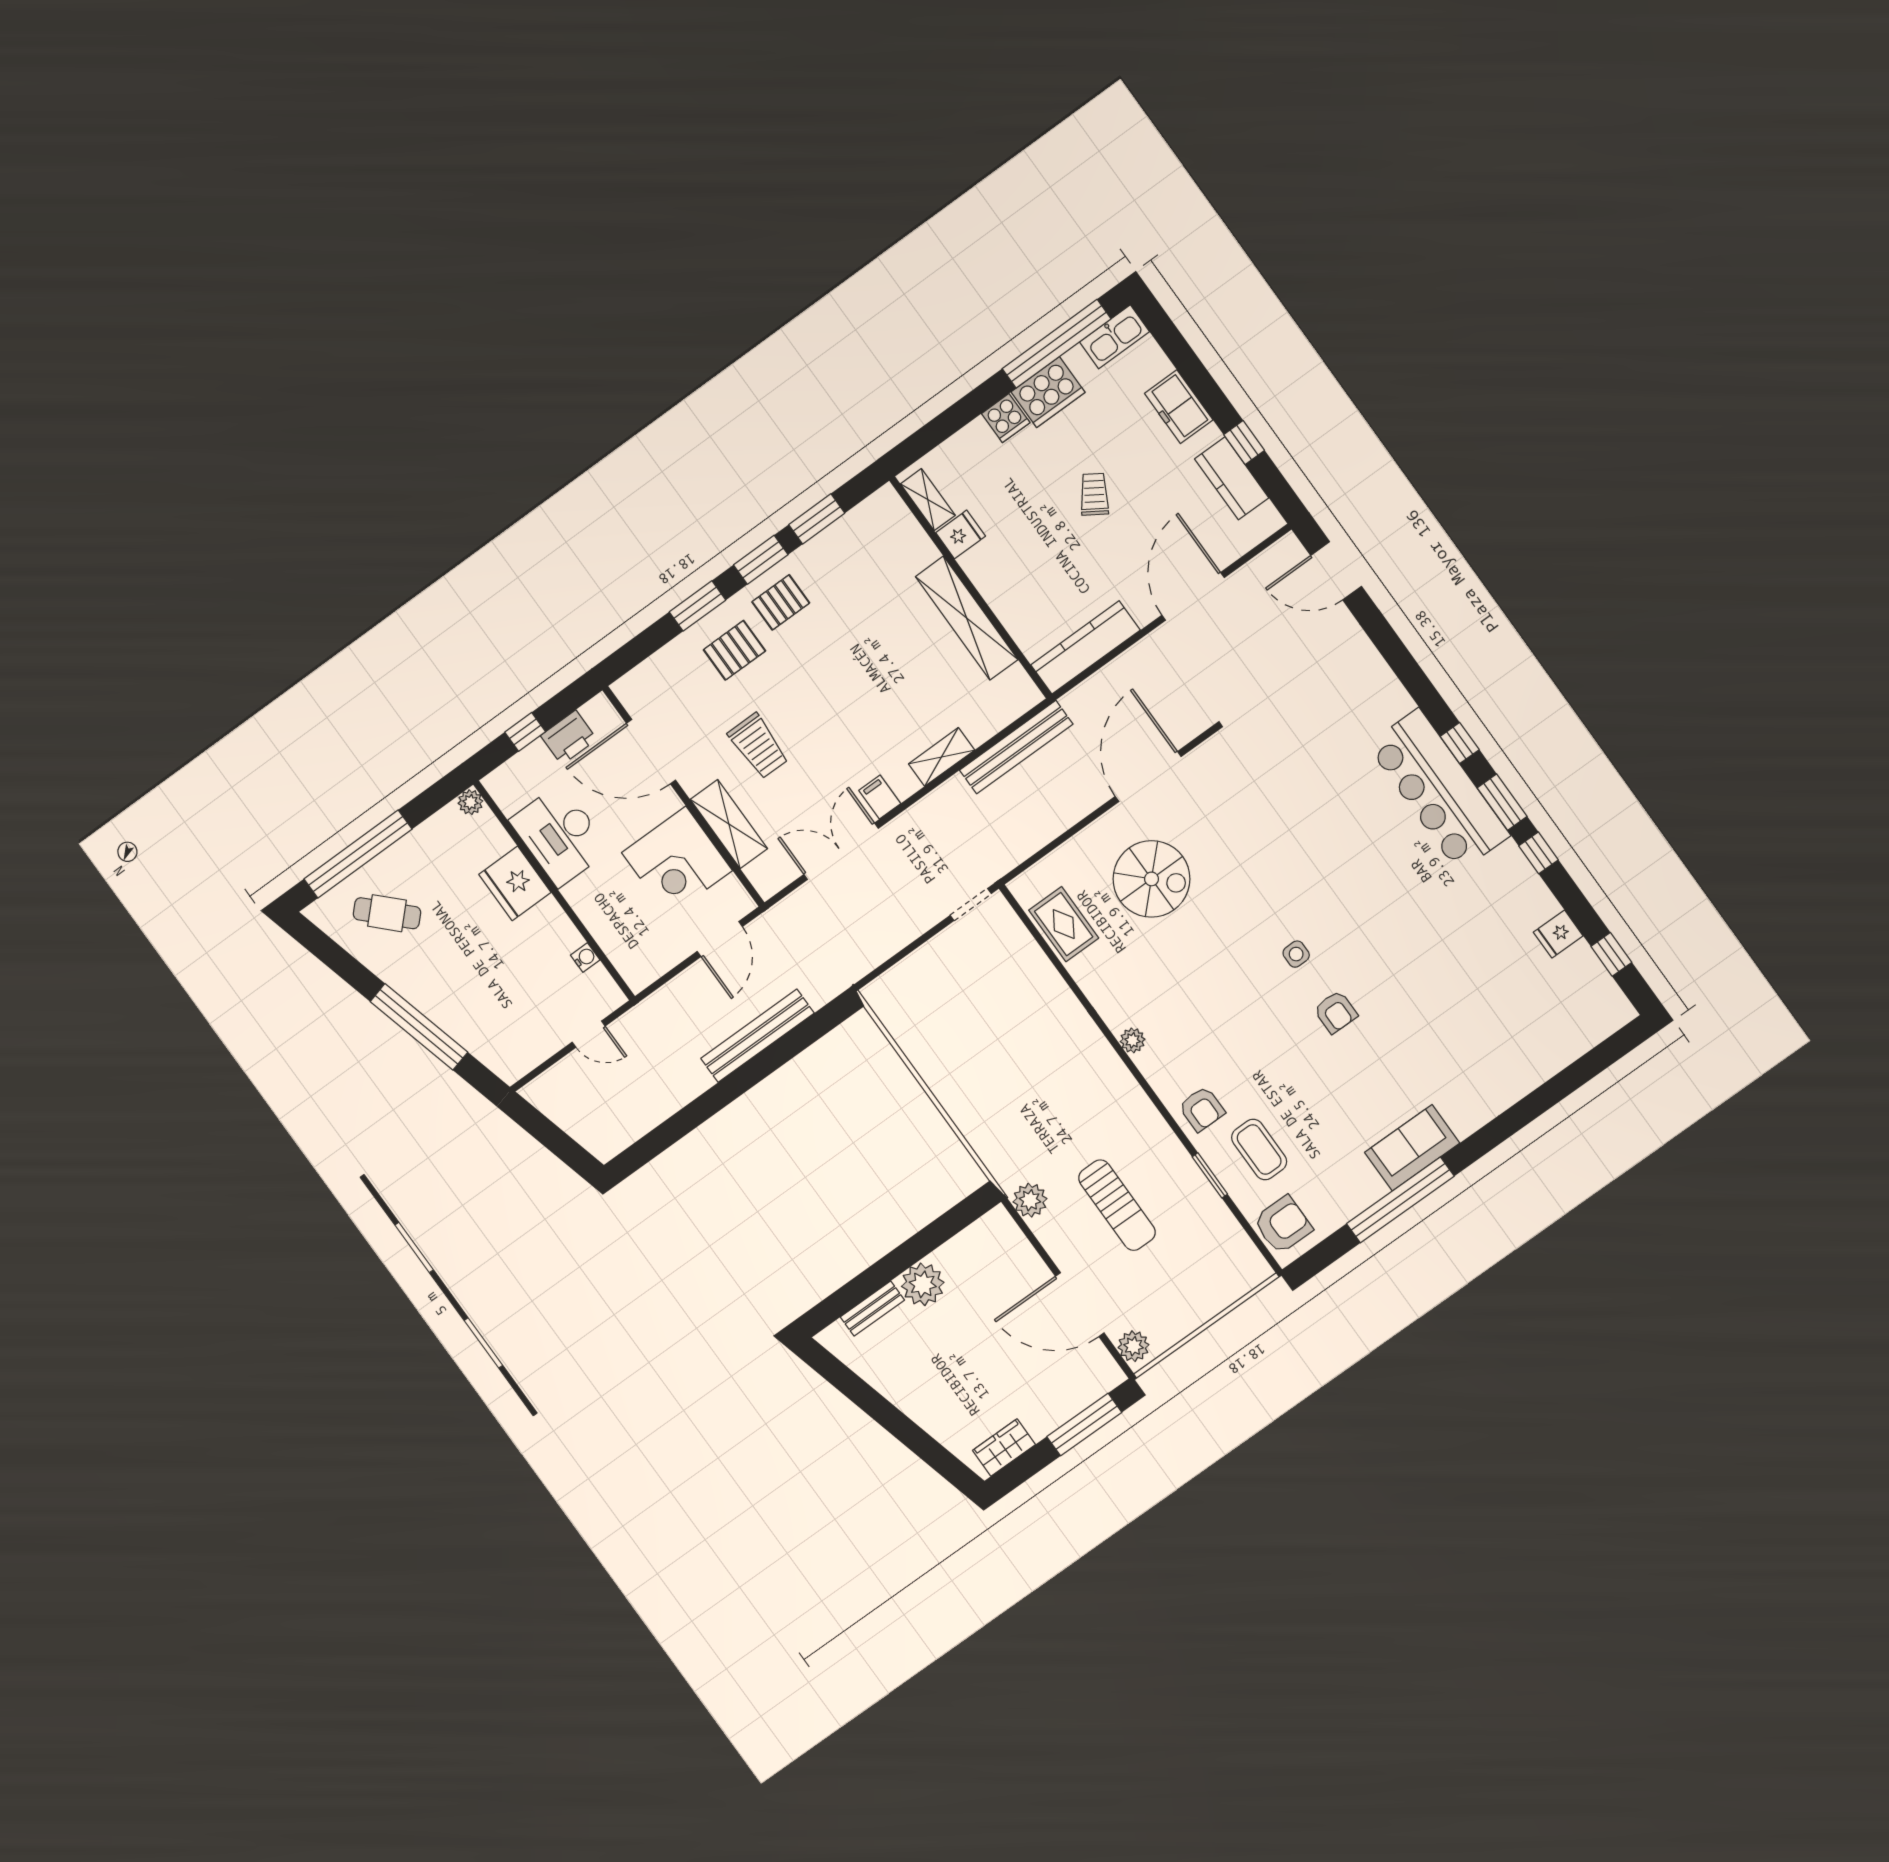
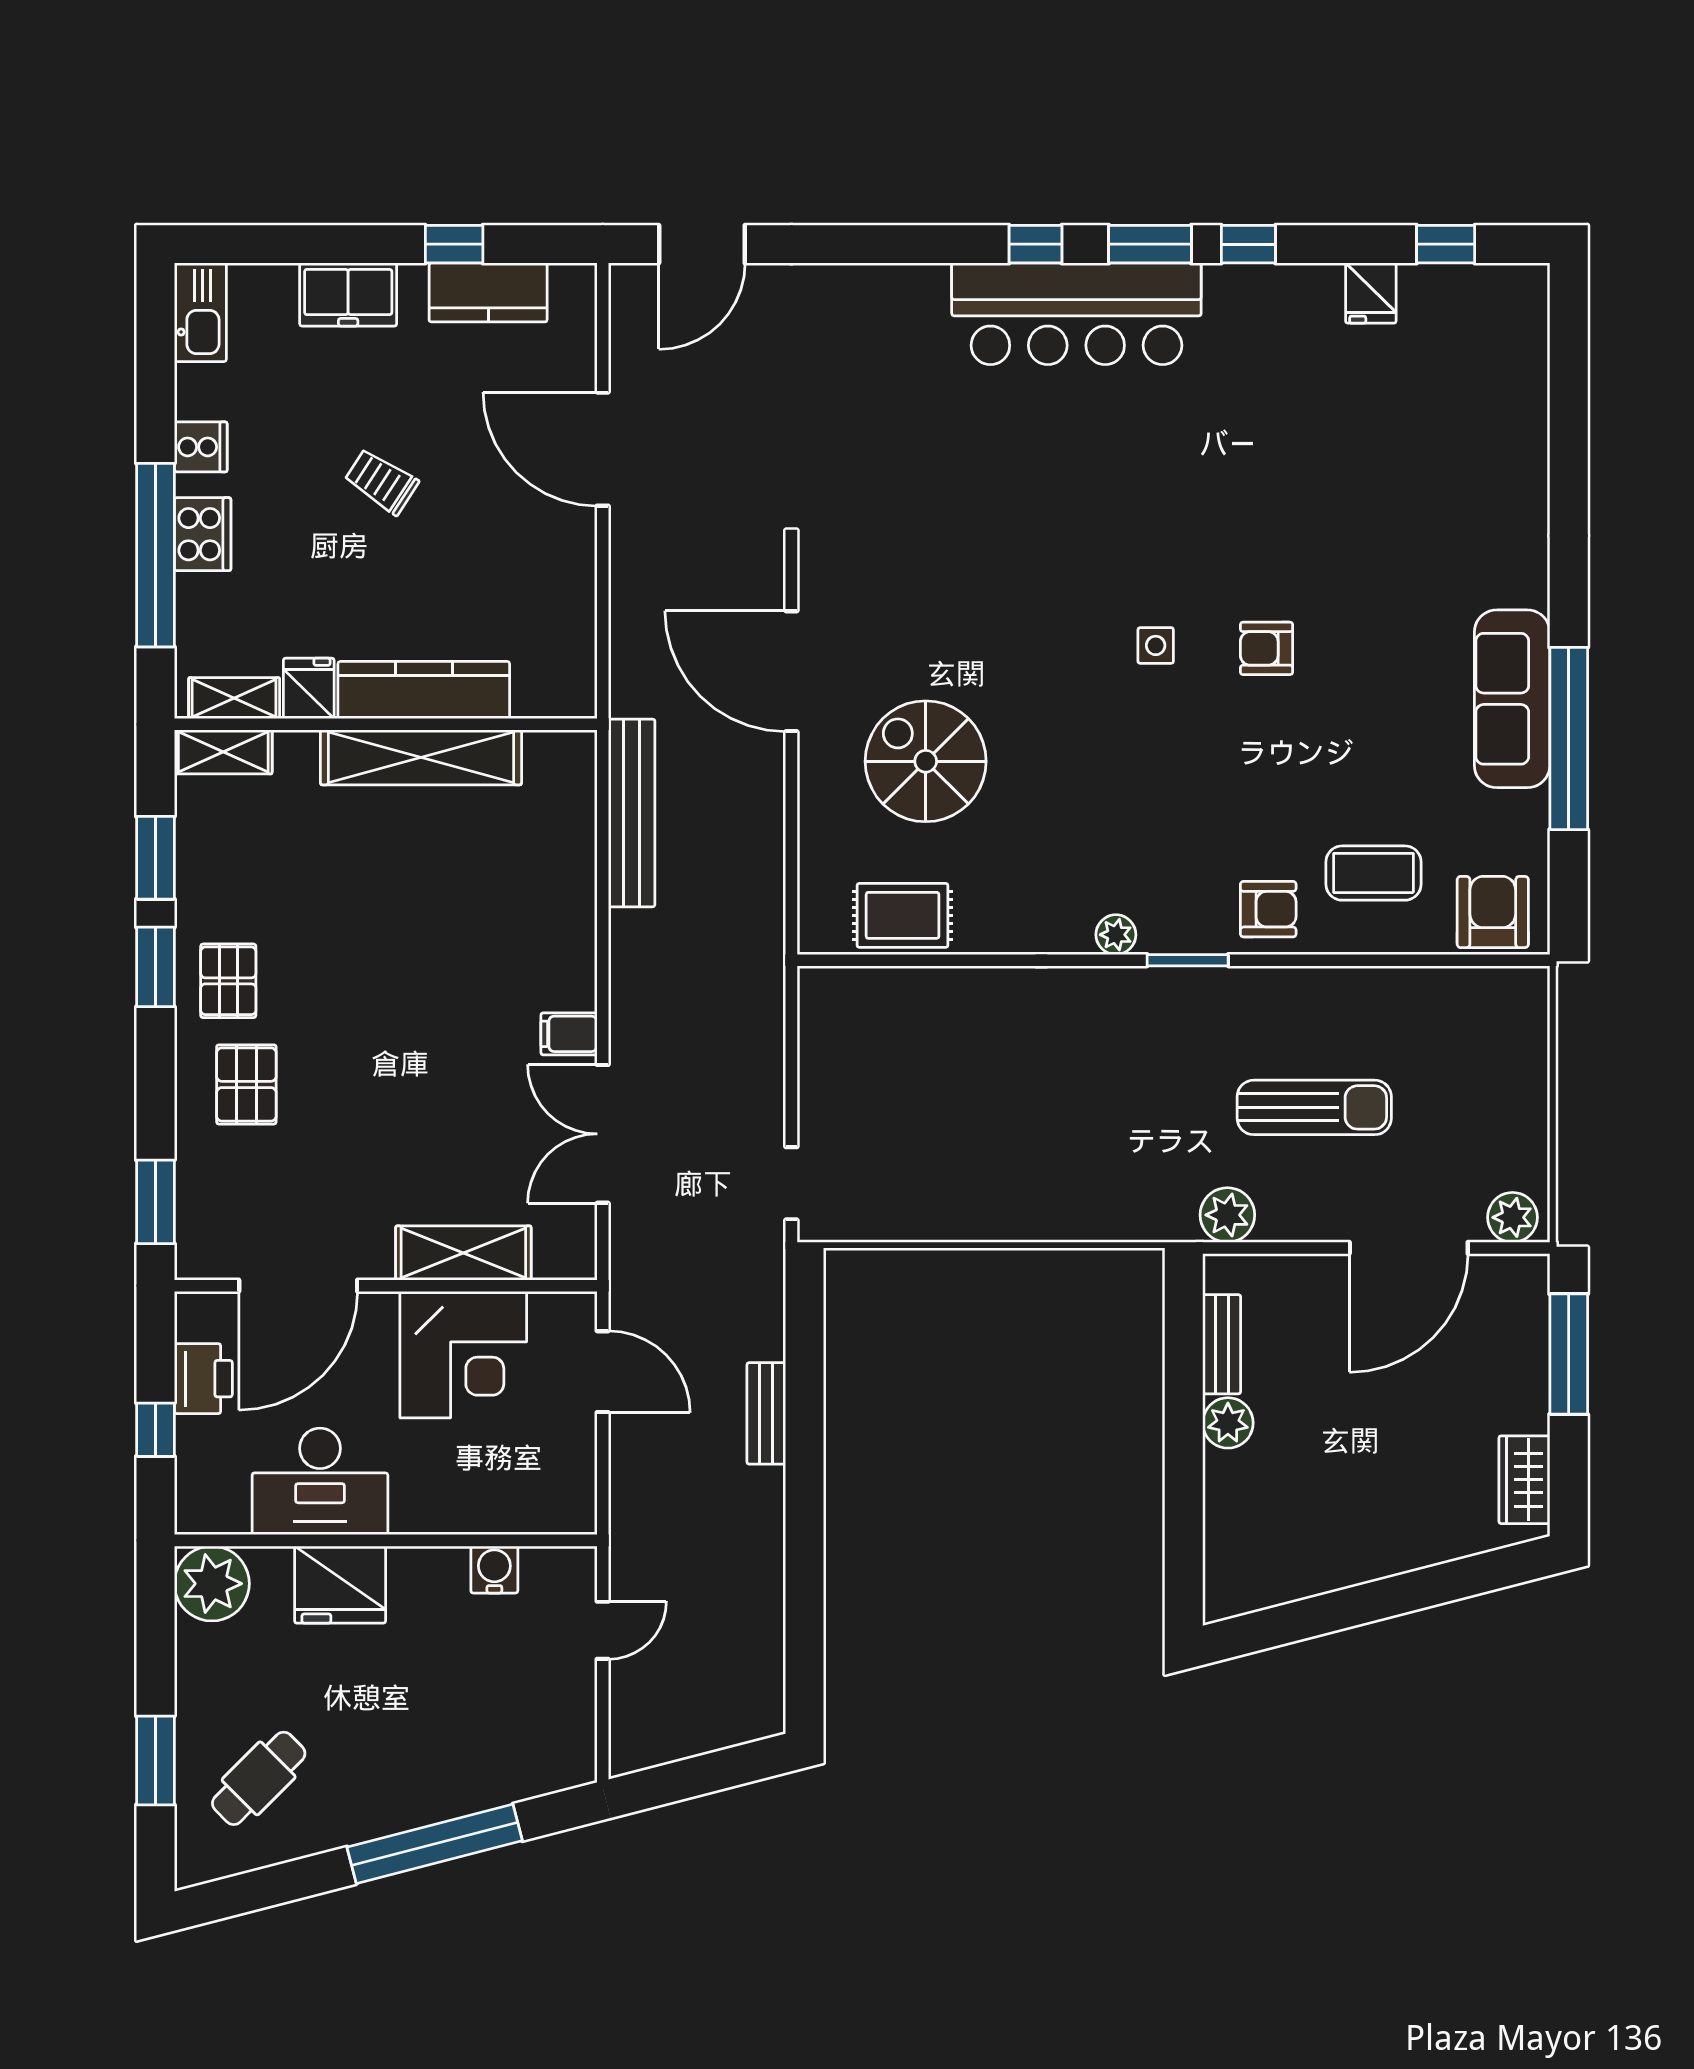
window: (1057, 344) -> (155, 555), moved
cooker: (1048, 392) -> (201, 447), width x0.53, depth x0.76
cooker: (1006, 418) -> (203, 534), width x1.36
window: (697, 606) -> (155, 1202), moved
kitchen counter: (1085, 647) -> (424, 690), moved, turned 90
trolley: (758, 746) -> (391, 1143), removed
shelving: (942, 757) -> (223, 752), moved, turned 90
plant: (470, 802) -> (212, 1584), width x1.88, depth x1.88
window: (358, 854) -> (155, 1760), width x0.47
spiral stairs: (1151, 879) -> (926, 761), turned -90
doorway: (971, 905) -> (791, 1183), moved
water cooler: (585, 958) -> (494, 1570), width x1.38, depth x1.38
armchair: (1336, 1012) -> (1267, 648), turned 180
bench: (757, 1036) -> (766, 1413), width x0.54, depth x0.82
sofa: (1412, 1148) -> (1512, 699), width x1.36
window: (1210, 1175) -> (1188, 960), moved
plant: (923, 1284) -> (1228, 1423), width x0.73, depth x0.73
bench: (872, 1309) -> (1222, 1344), moved

